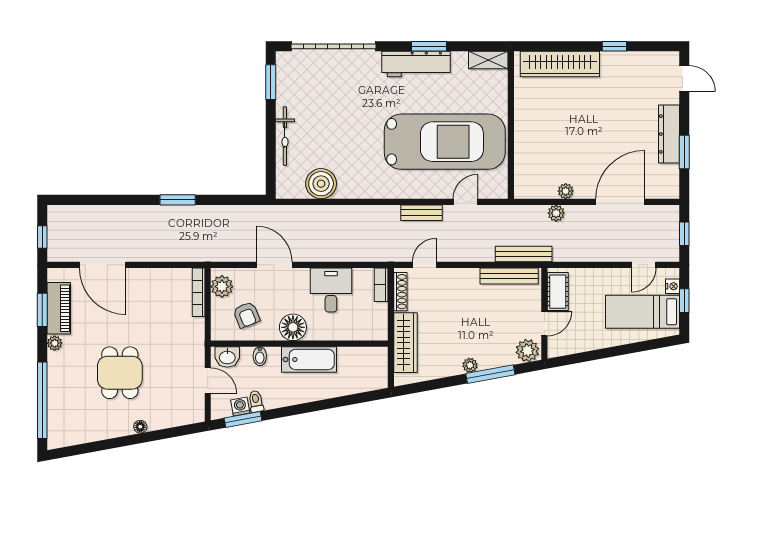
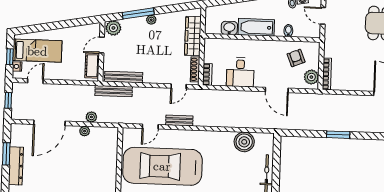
floor lamp: (293, 327) -> (266, 49), removed
washbasin: (227, 357) -> (229, 28), moved

